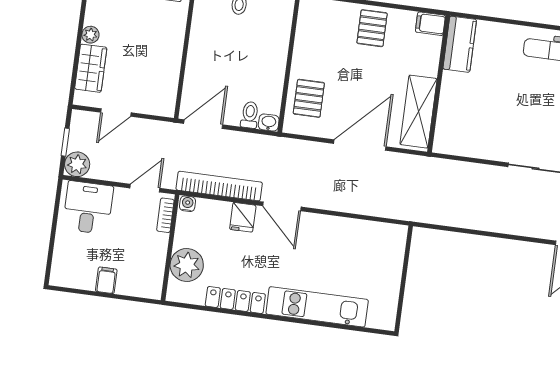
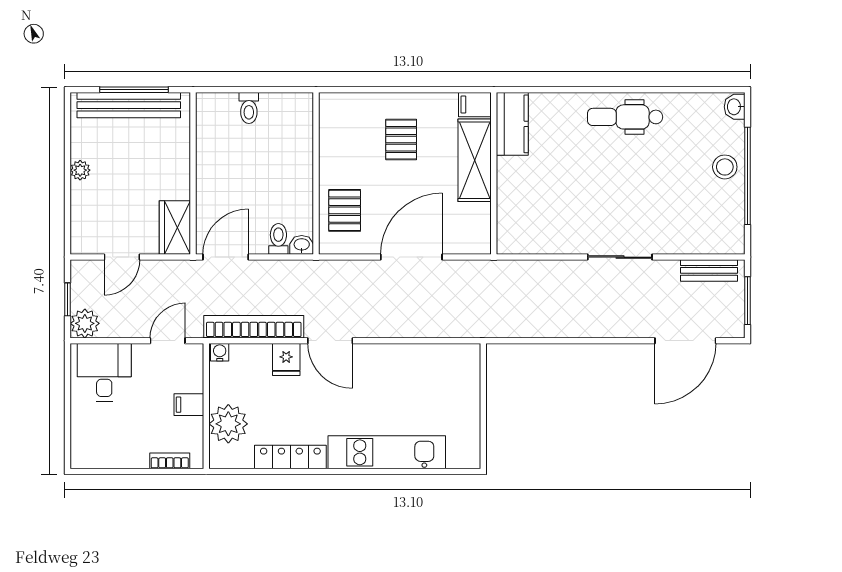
pallet: (372, 28) -> (401, 139), moved
wardrobe: (91, 68) -> (175, 228), moved, turned 180
shelving: (418, 112) -> (475, 160), moved
bookcase: (165, 215) -> (170, 461), moved, turned 90
filing cabinet: (106, 280) -> (189, 405), moved, turned -90

